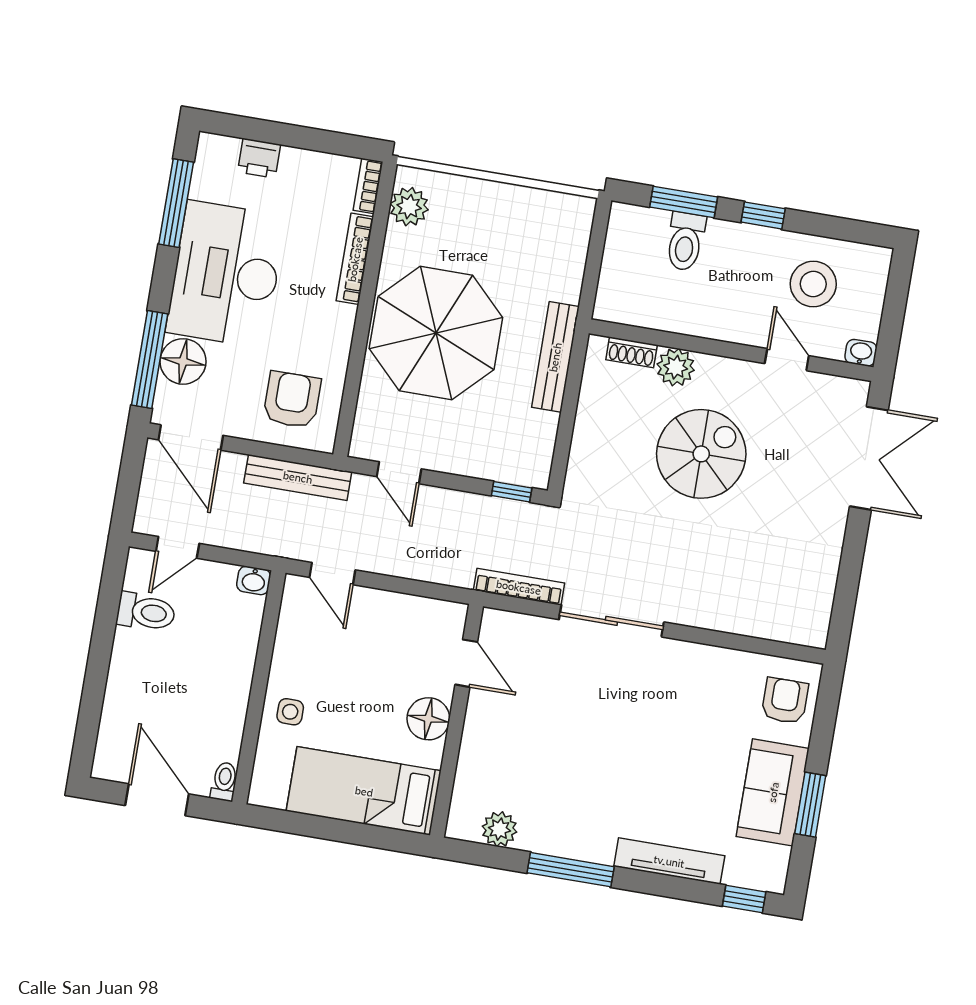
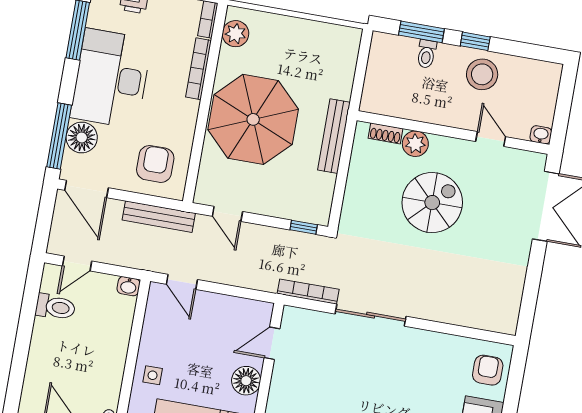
toilet: (685, 241) -> (427, 54), width x0.73, depth x0.72
stool: (813, 284) -> (482, 74), moved
door: (466, 663) -> (272, 343), swing flipped

